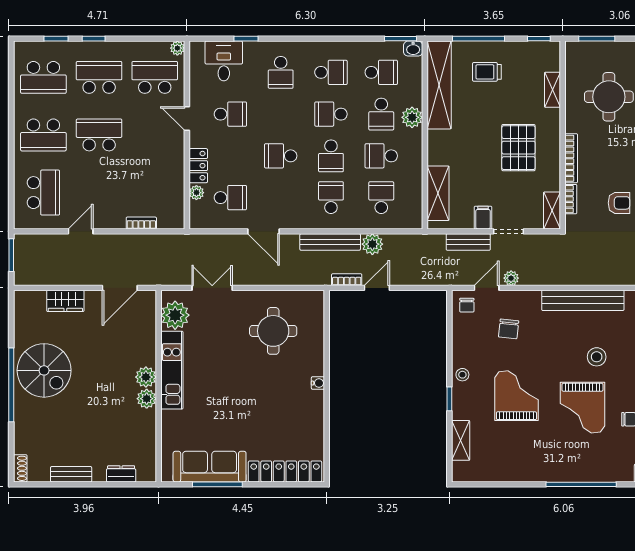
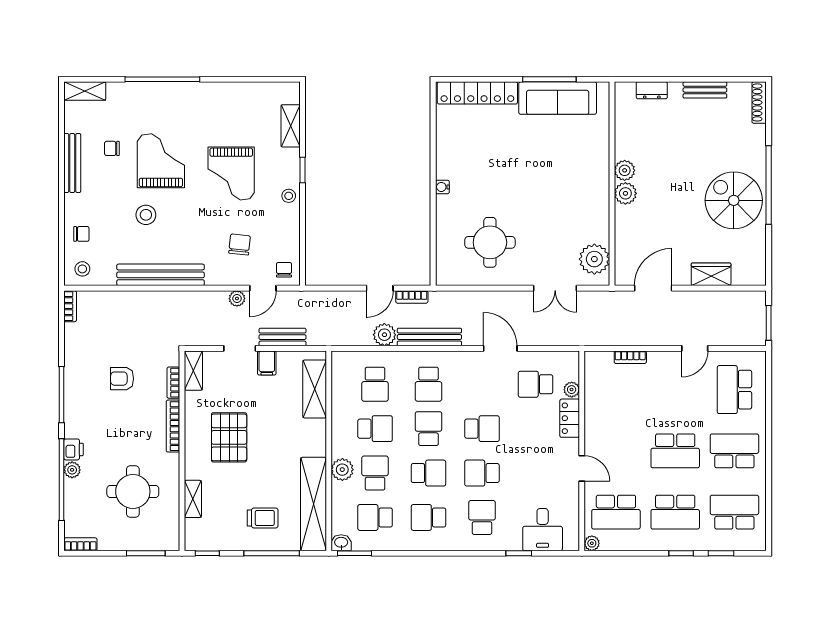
school desk: (230, 114) -> (482, 473), moved
kitchen unit: (172, 370) -> (598, 201), removed
shoe rack: (20, 468) -> (759, 102), width x1.43

